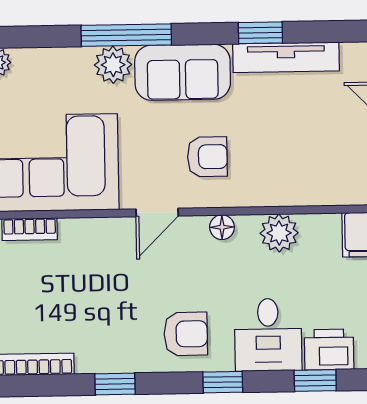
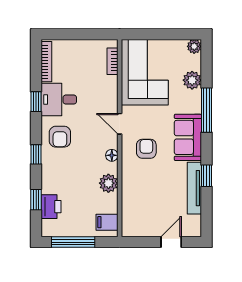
plant: (113, 65) -> (192, 80), moved
armchair: (207, 157) -> (146, 149), turned 180
desk: (268, 335) -> (59, 100), moved

